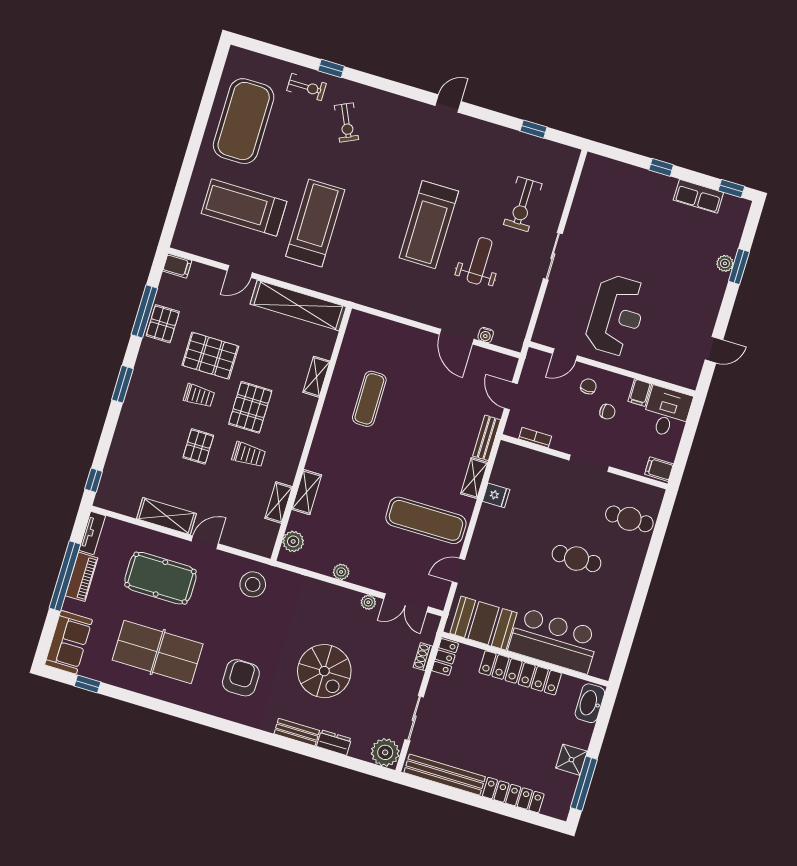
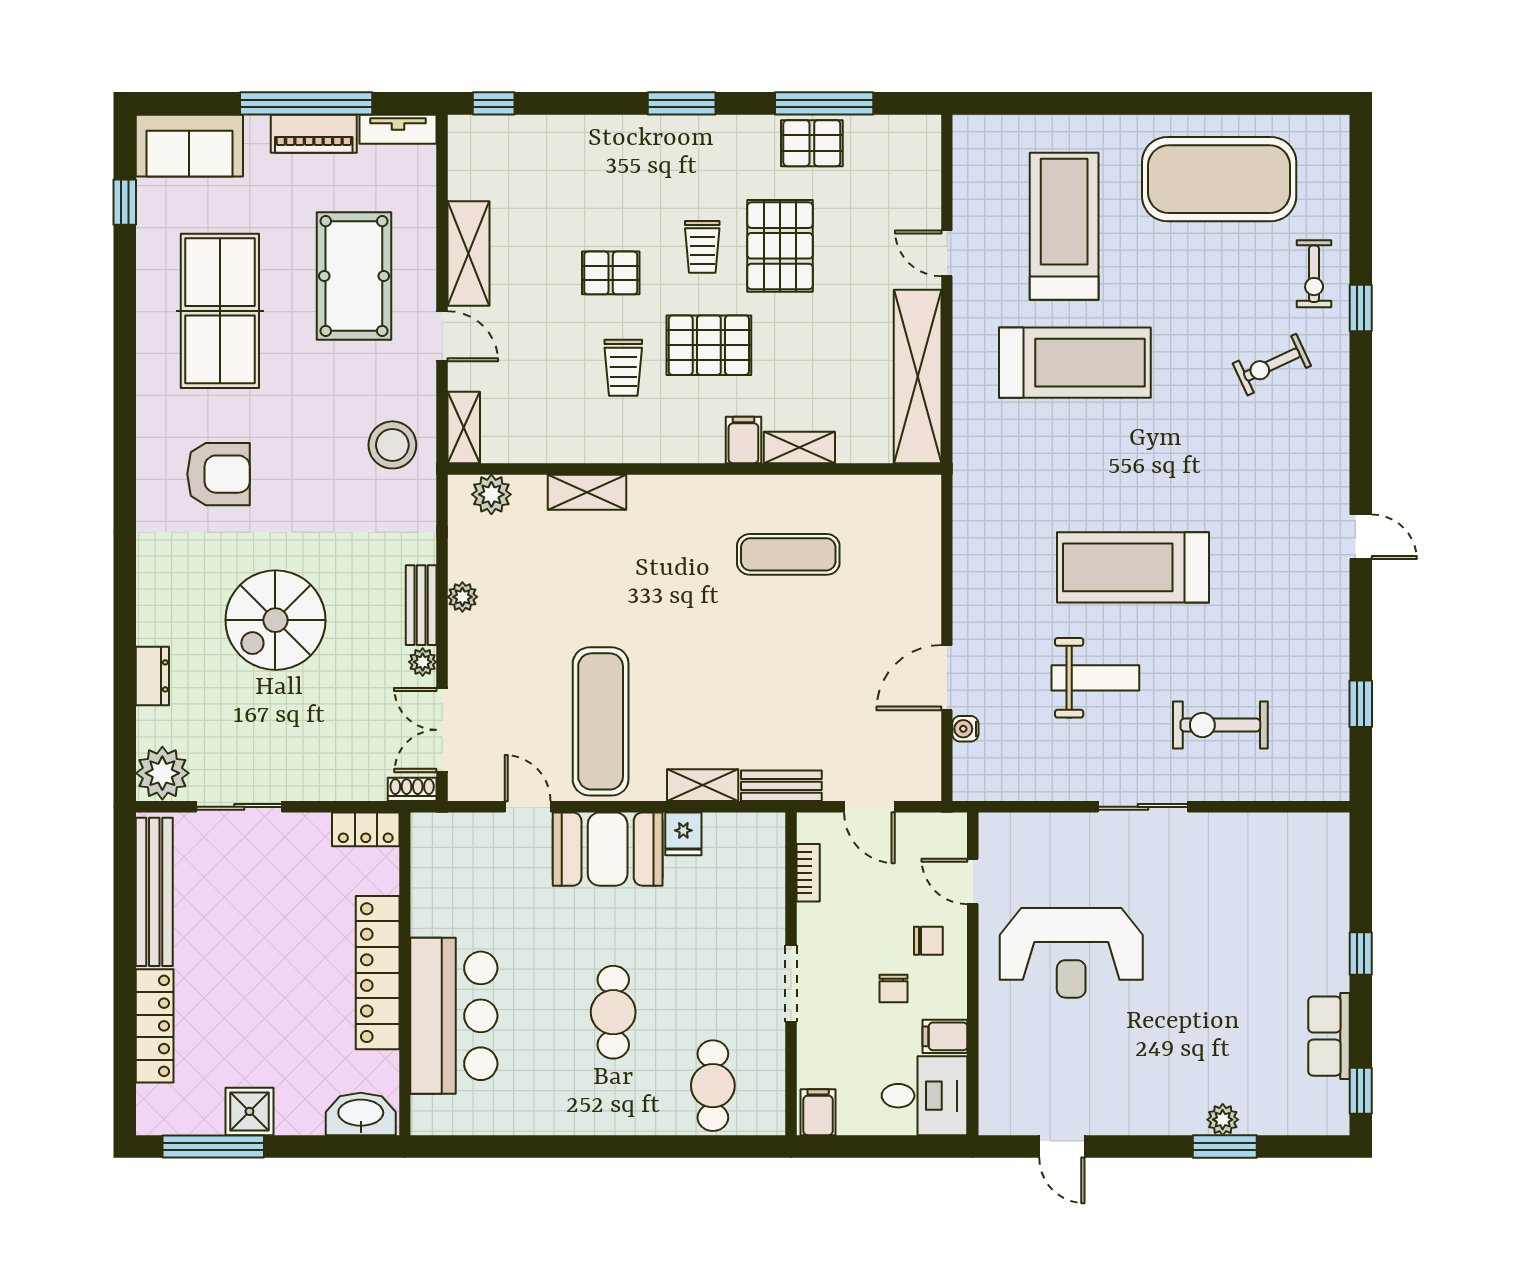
filing cabinet: (177, 266) -> (743, 440), moved, turned 180
door: (511, 396) -> (869, 807), swing flipped
shelving: (279, 502) -> (464, 428), moved, turned 90
booth: (484, 623) -> (608, 849), moved, turned 90
shoe rack: (423, 657) -> (412, 789), moved
bench: (297, 732) -> (421, 605), moved

